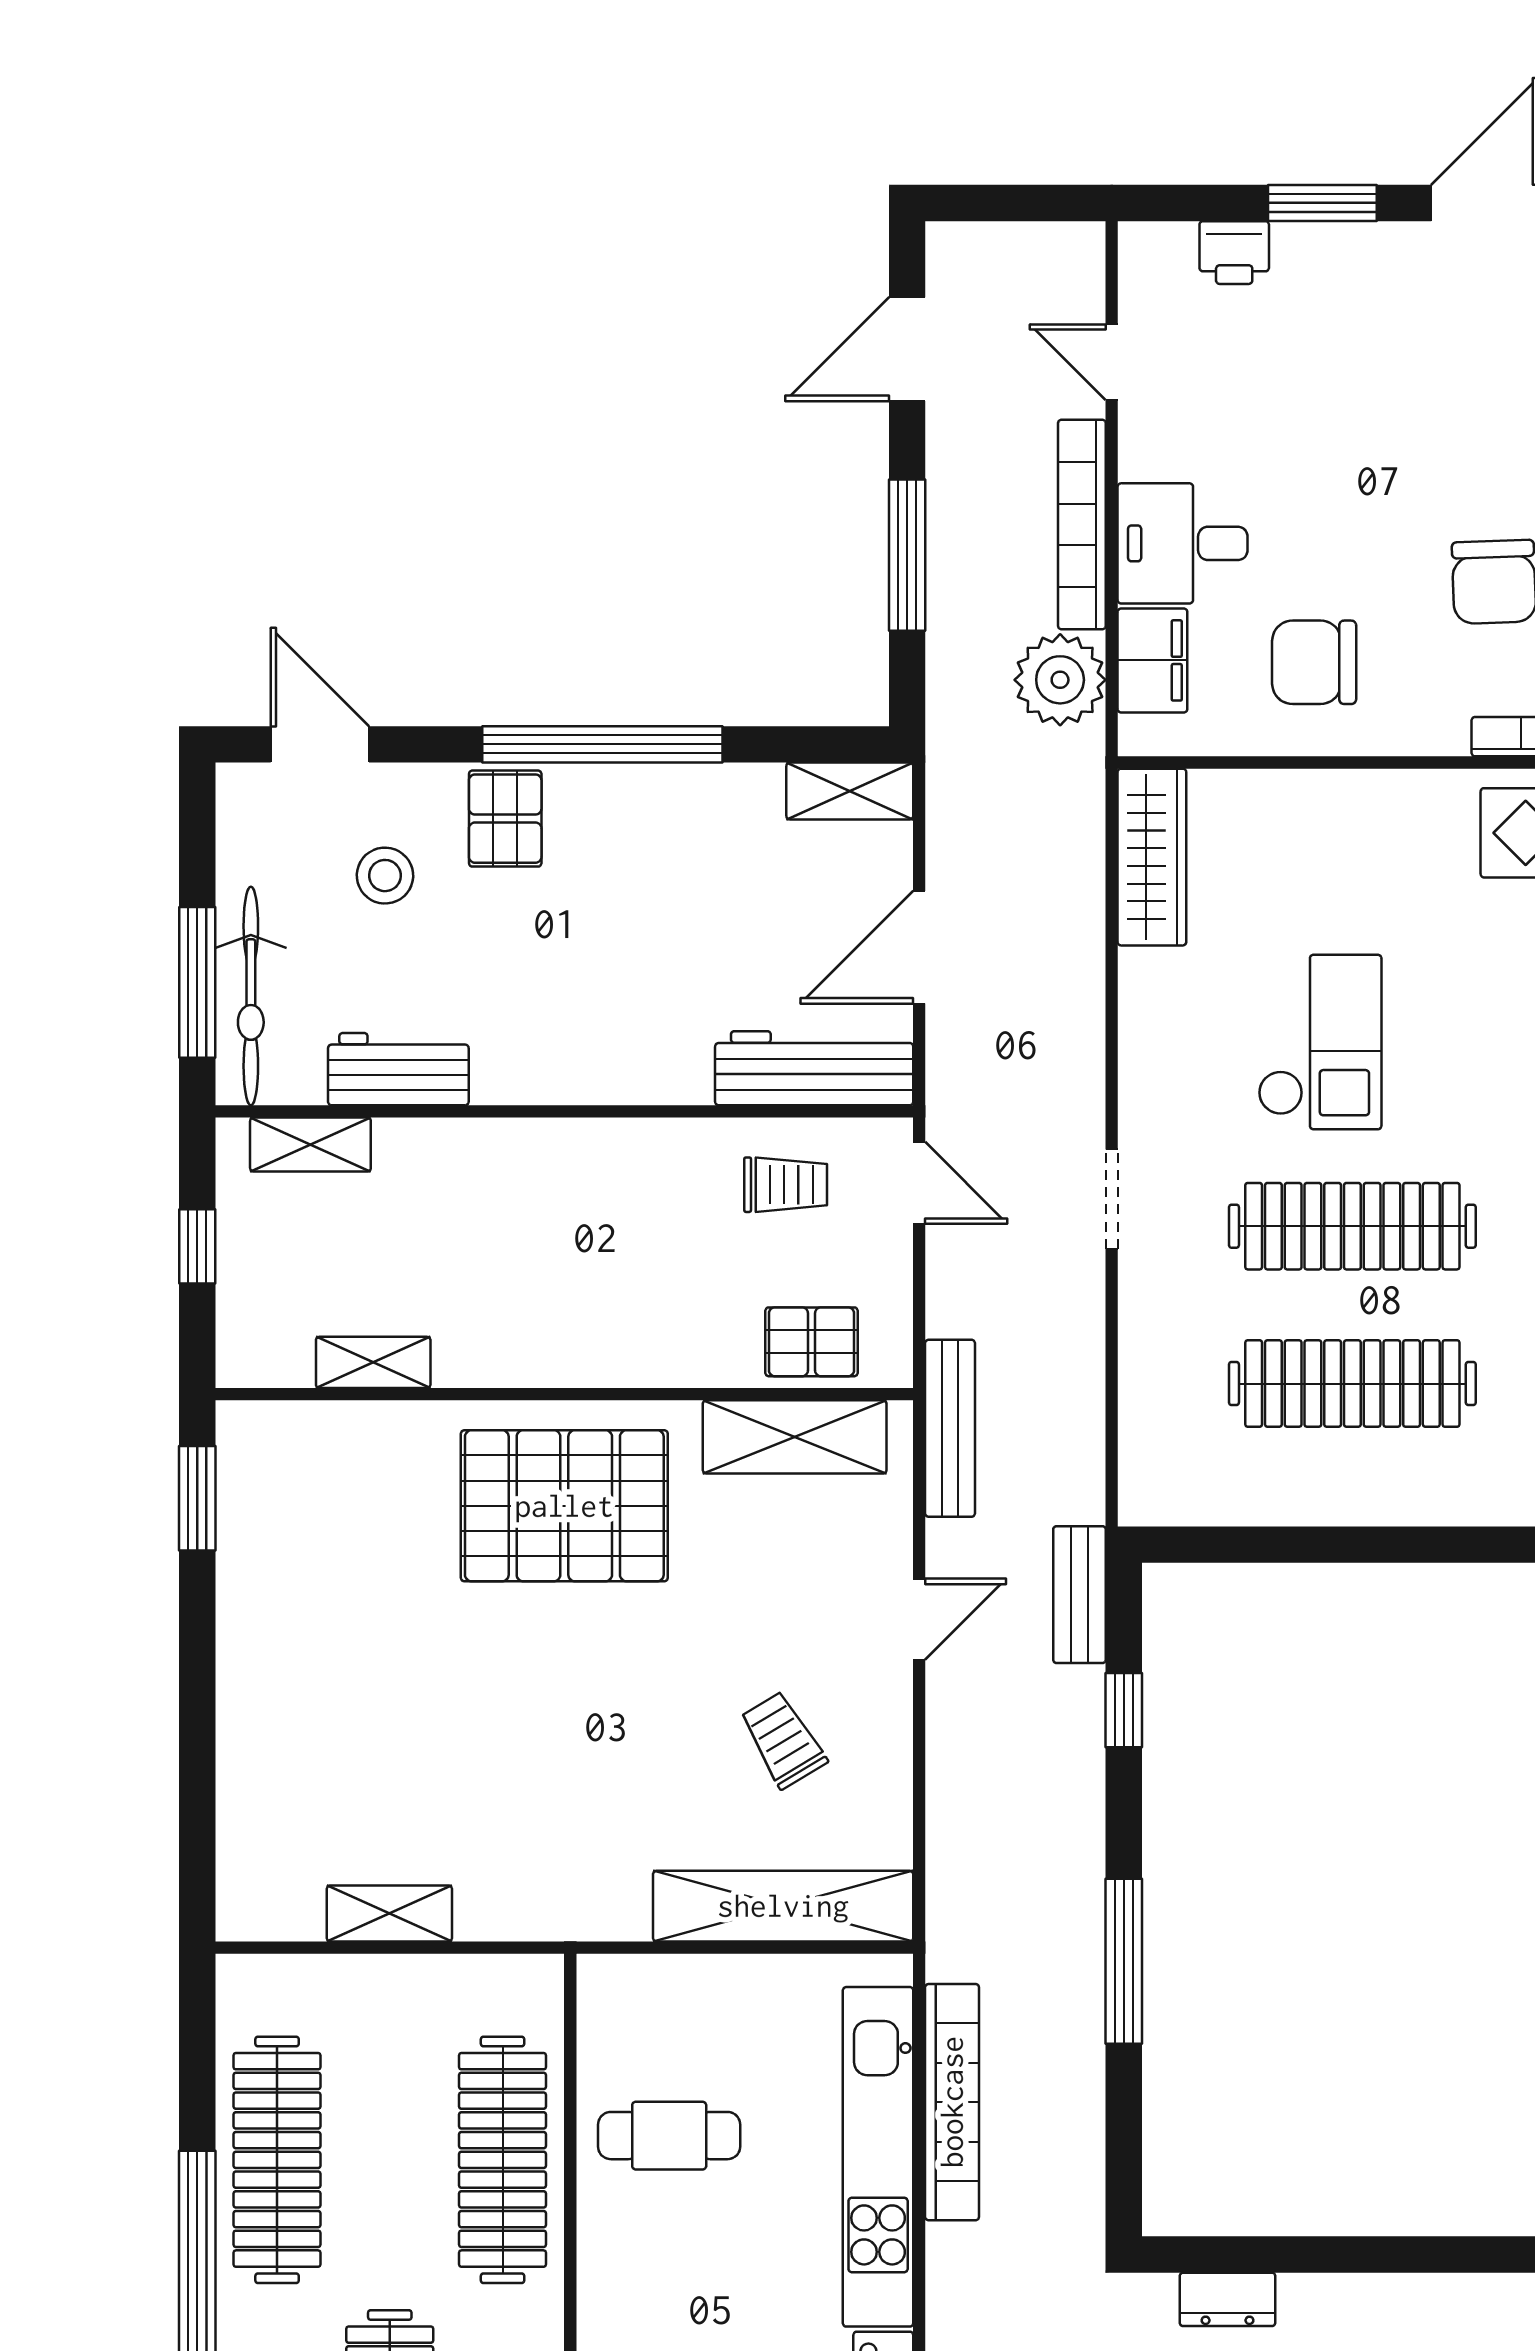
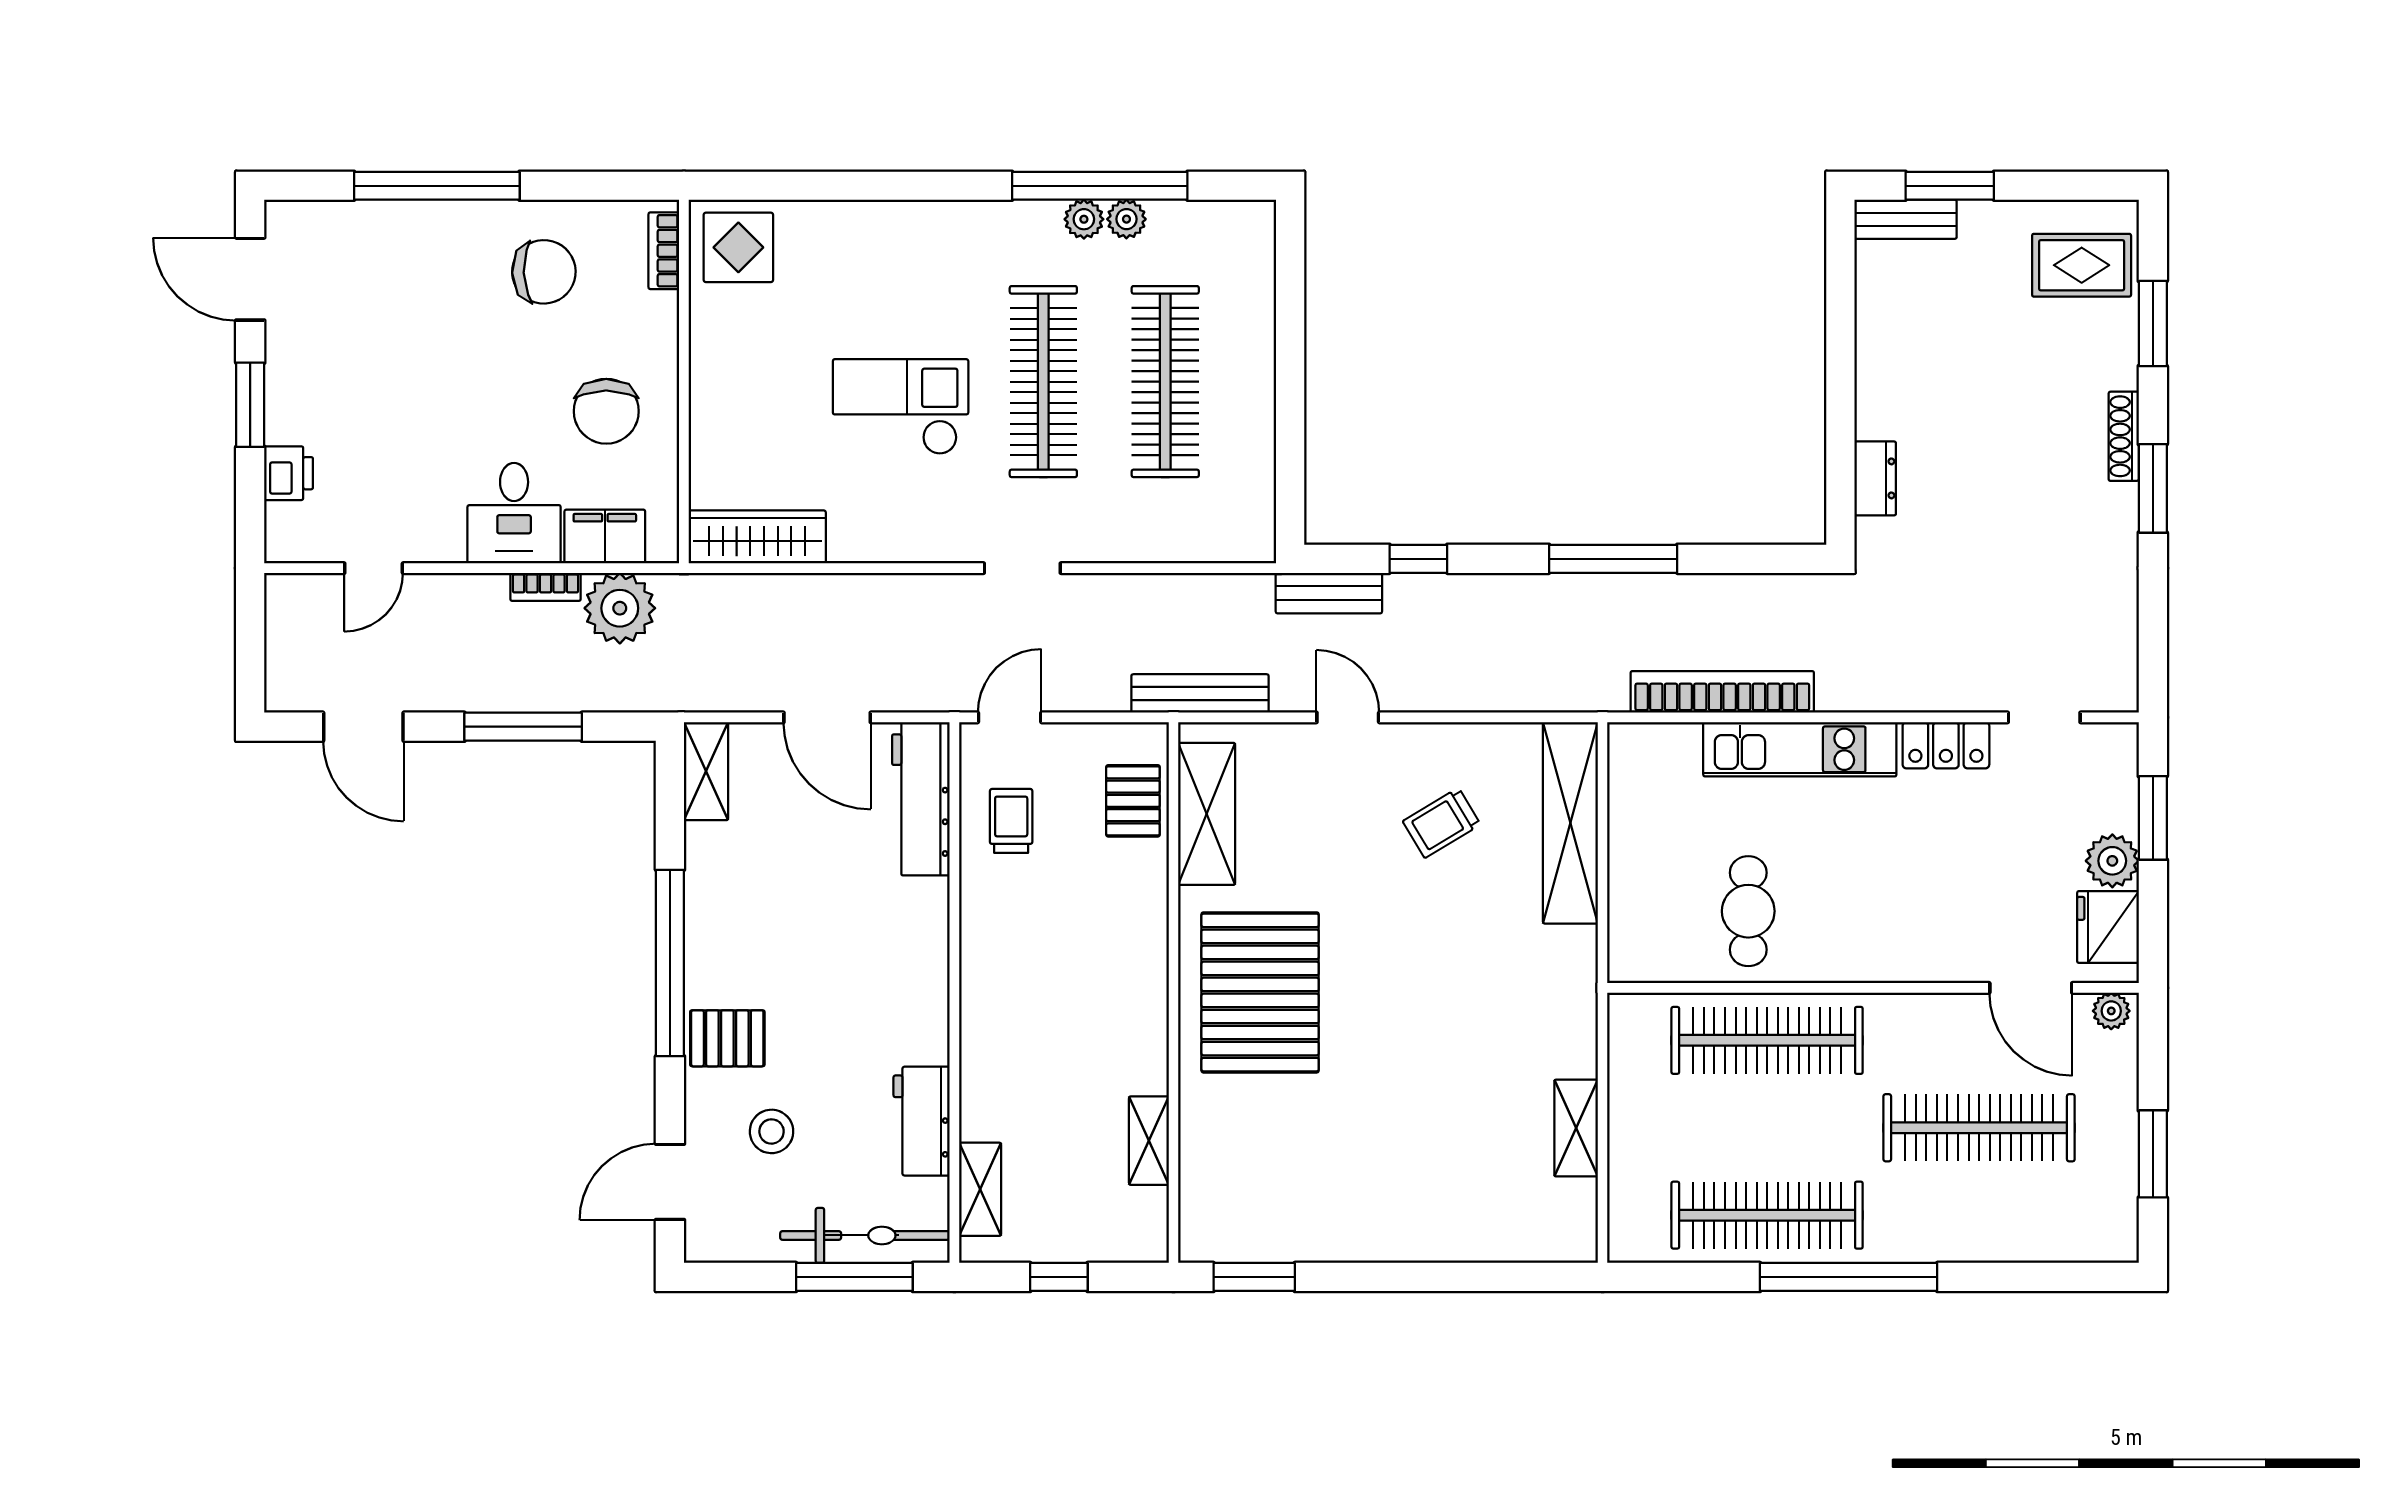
bookcase: (1082, 525) -> (546, 587), width x0.43, depth x0.76
kitchen unit: (878, 2157) -> (1800, 749), width x0.73

